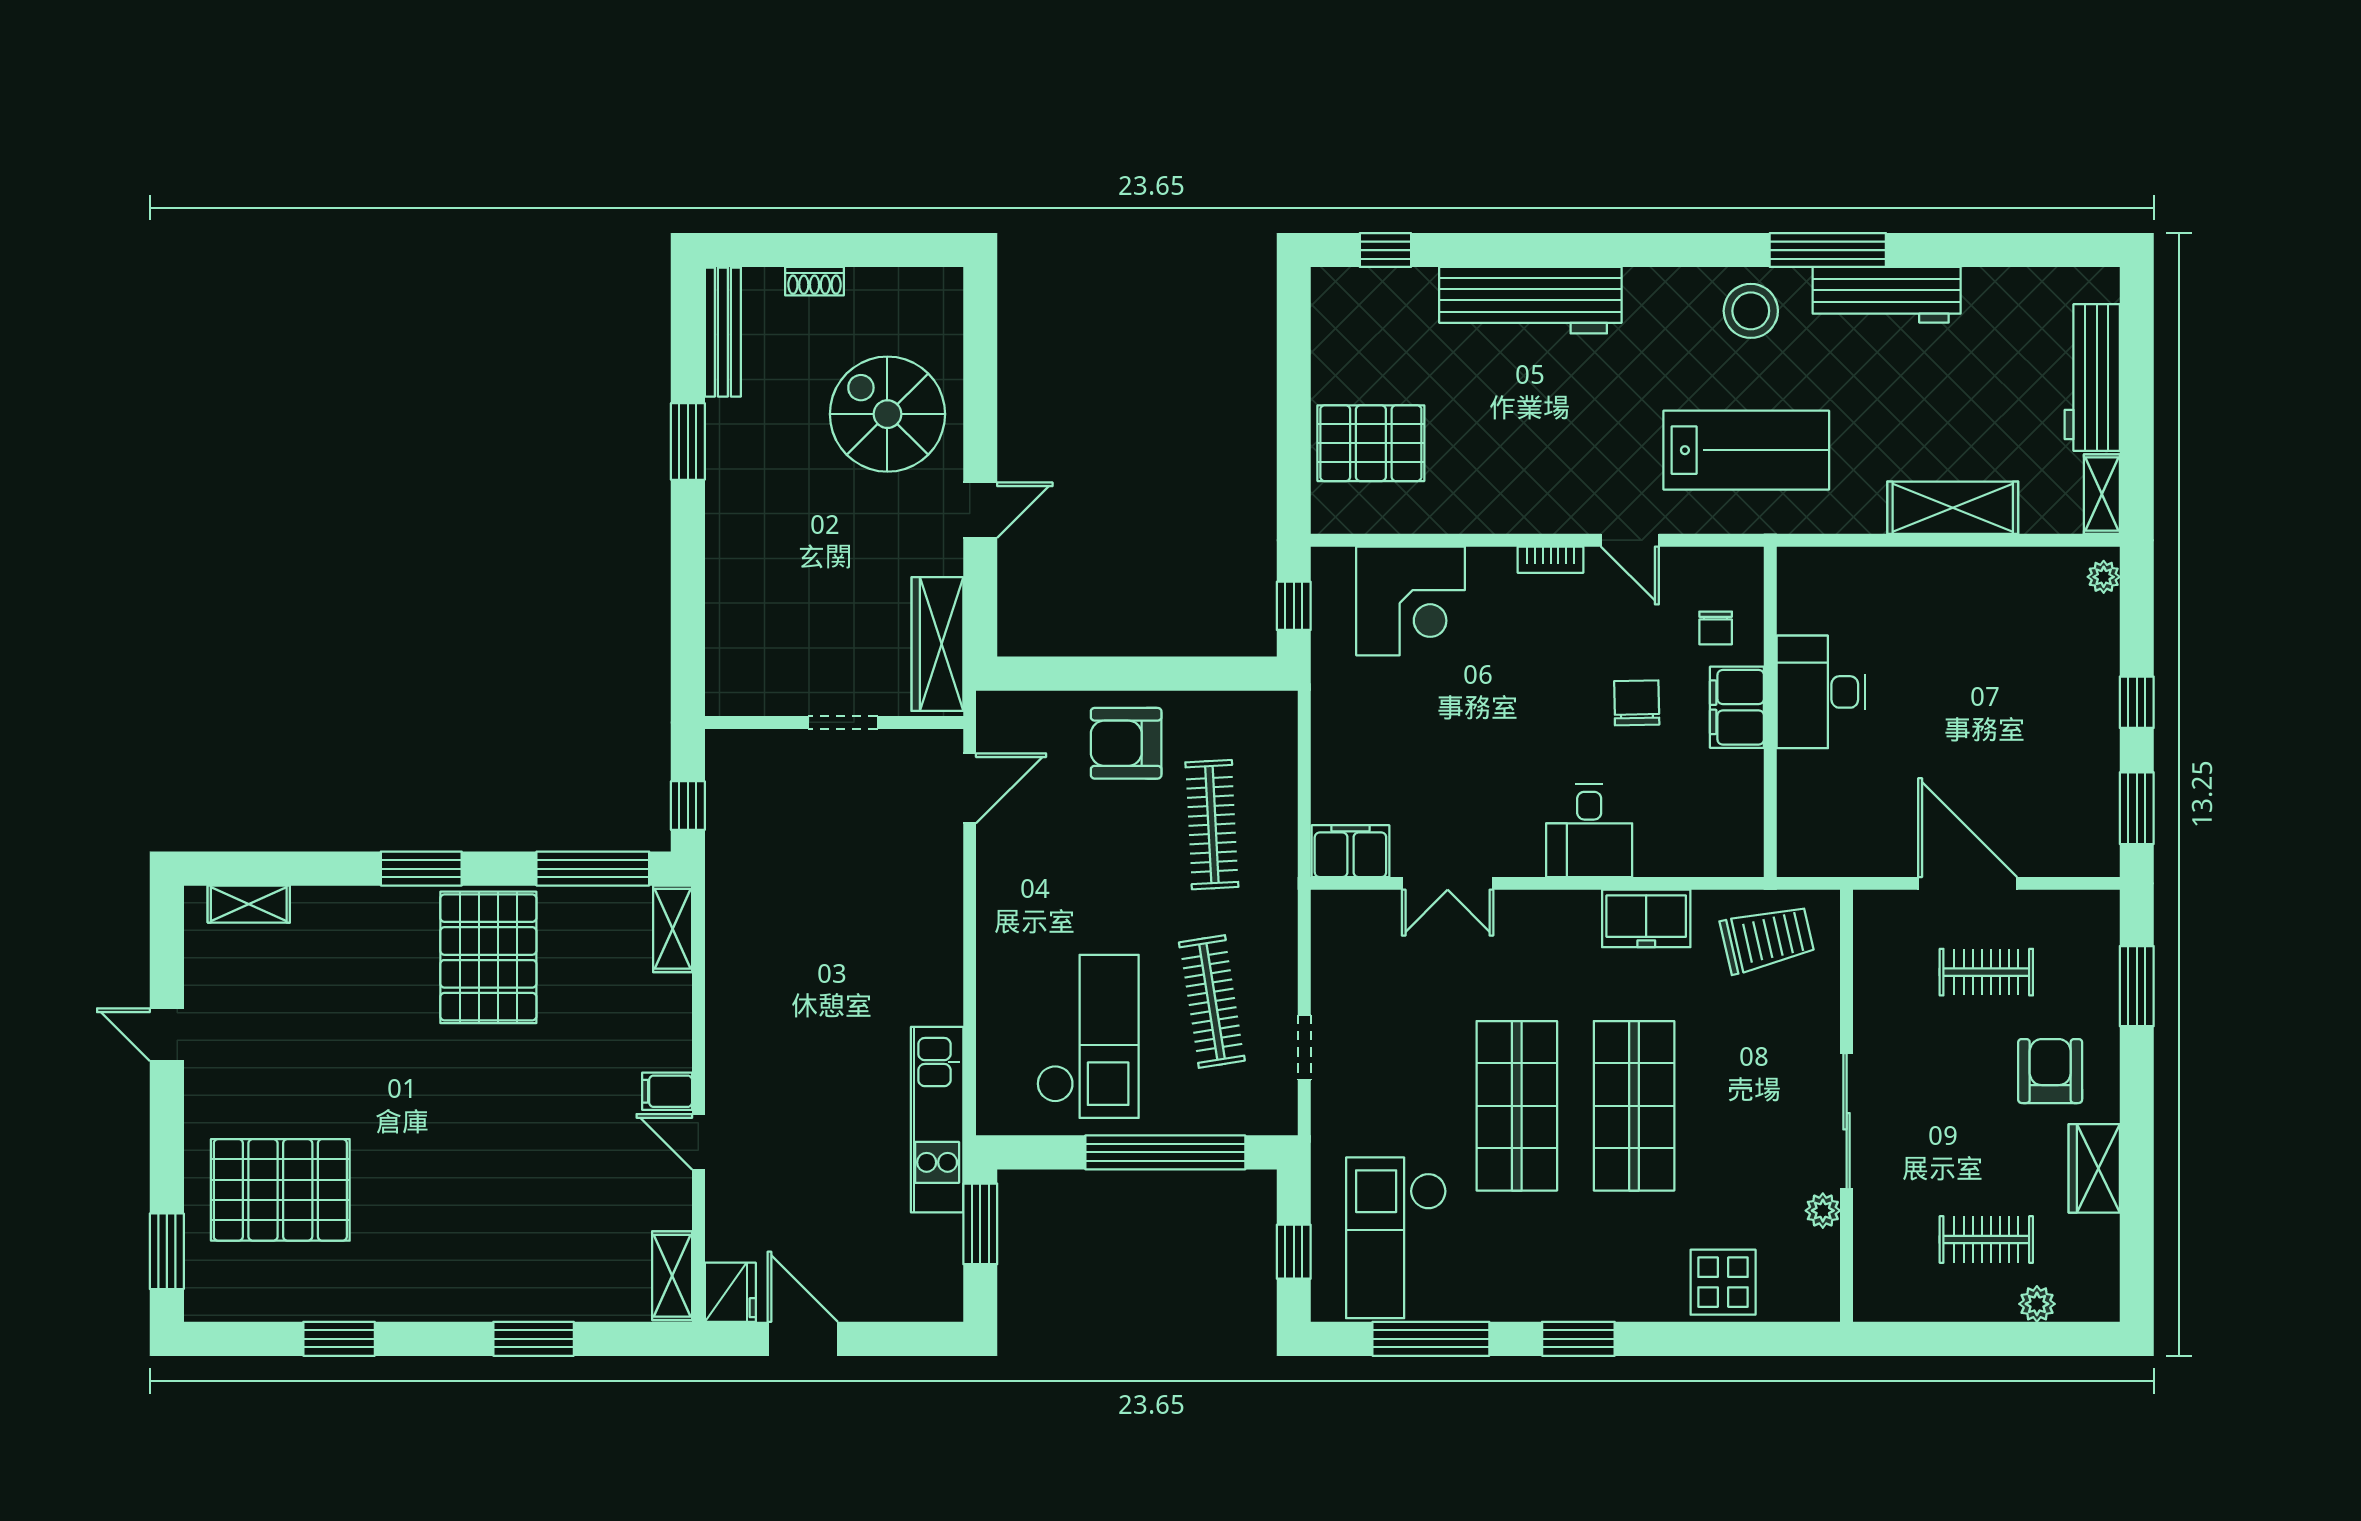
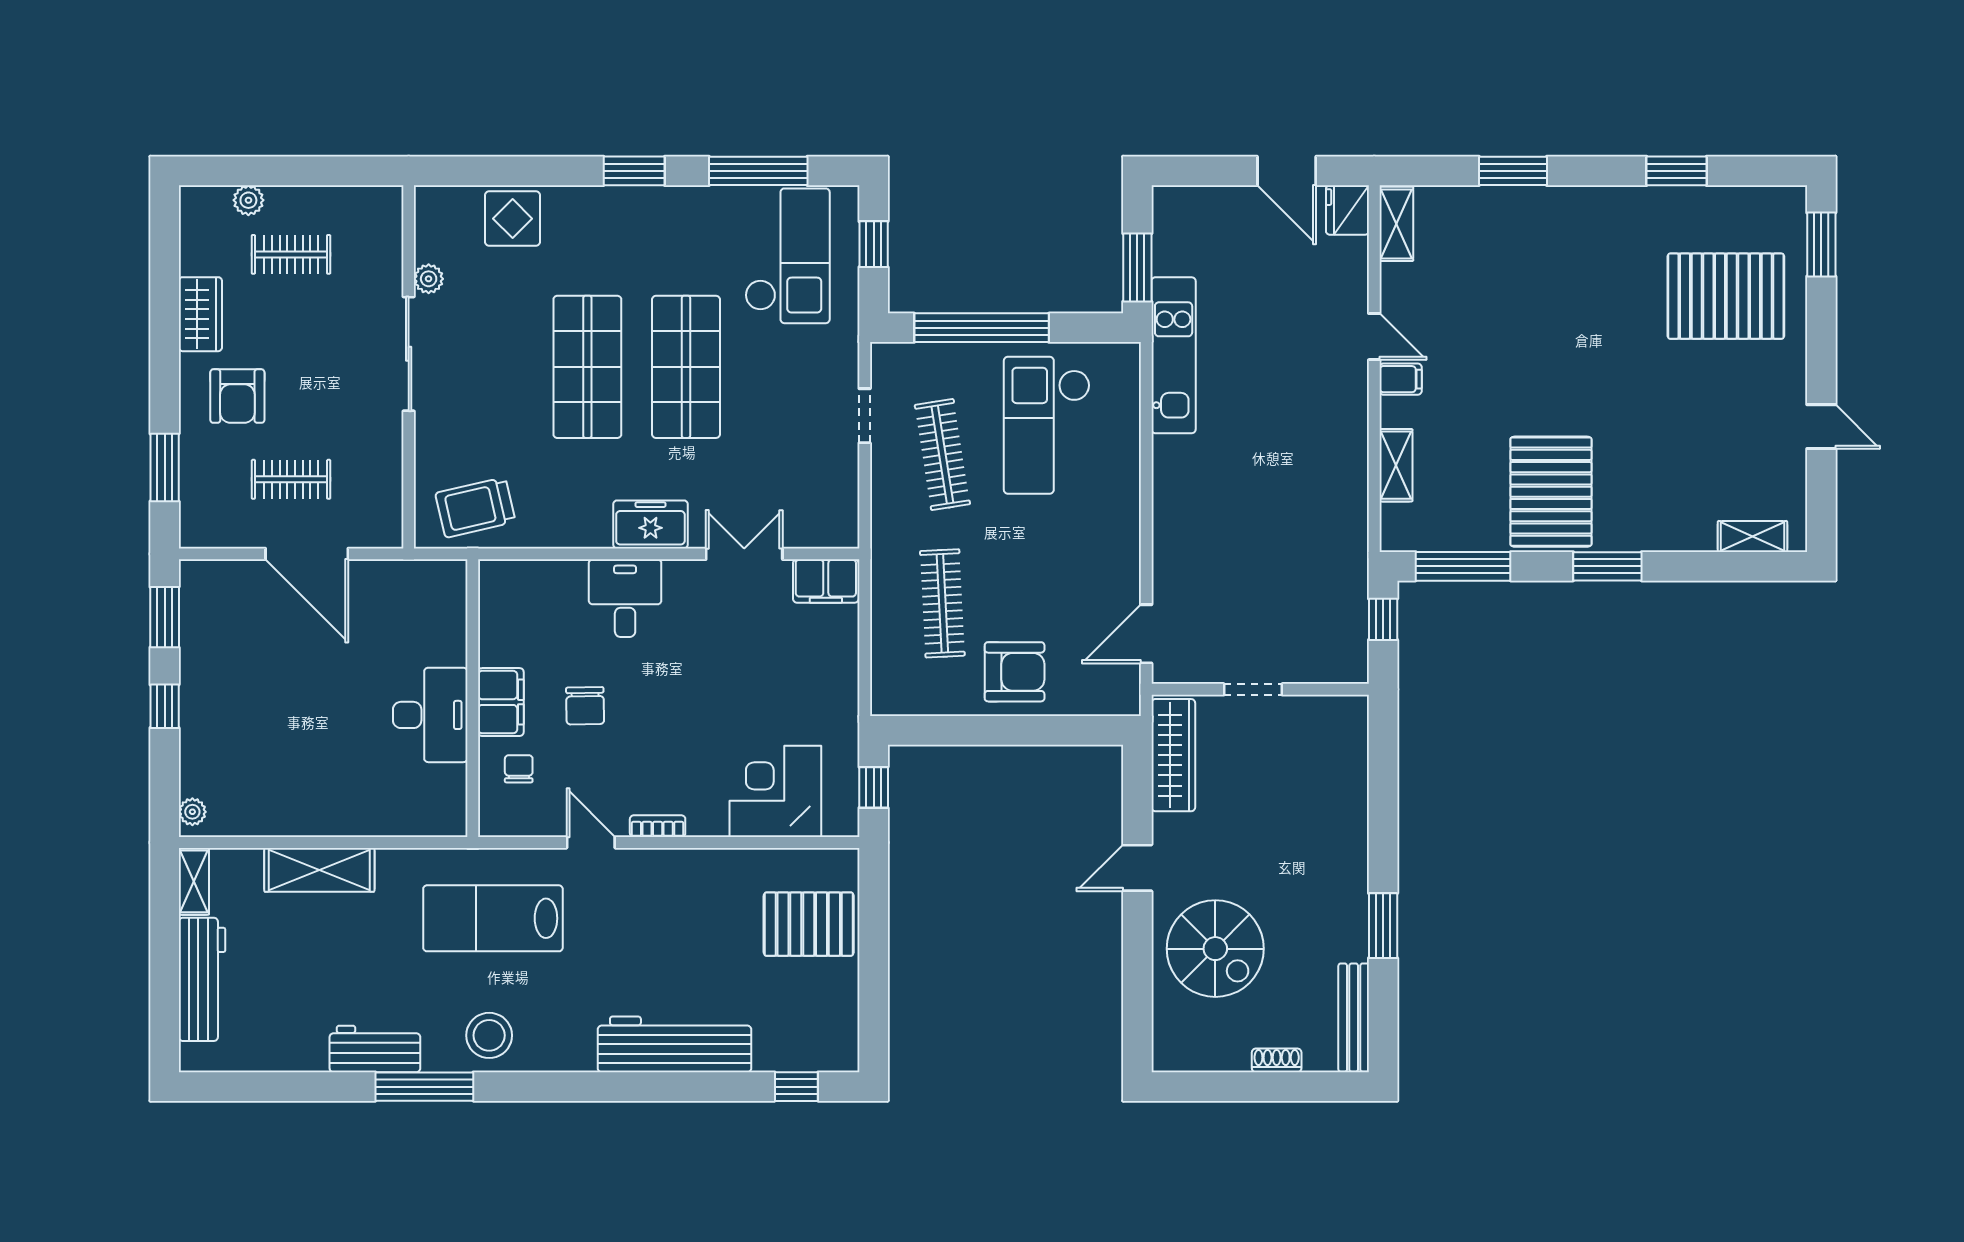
workbench: (1887, 295) -> (375, 1049), width x0.73
freezer: (1646, 918) -> (650, 524), moved
shelving: (673, 929) -> (1396, 465), moved

